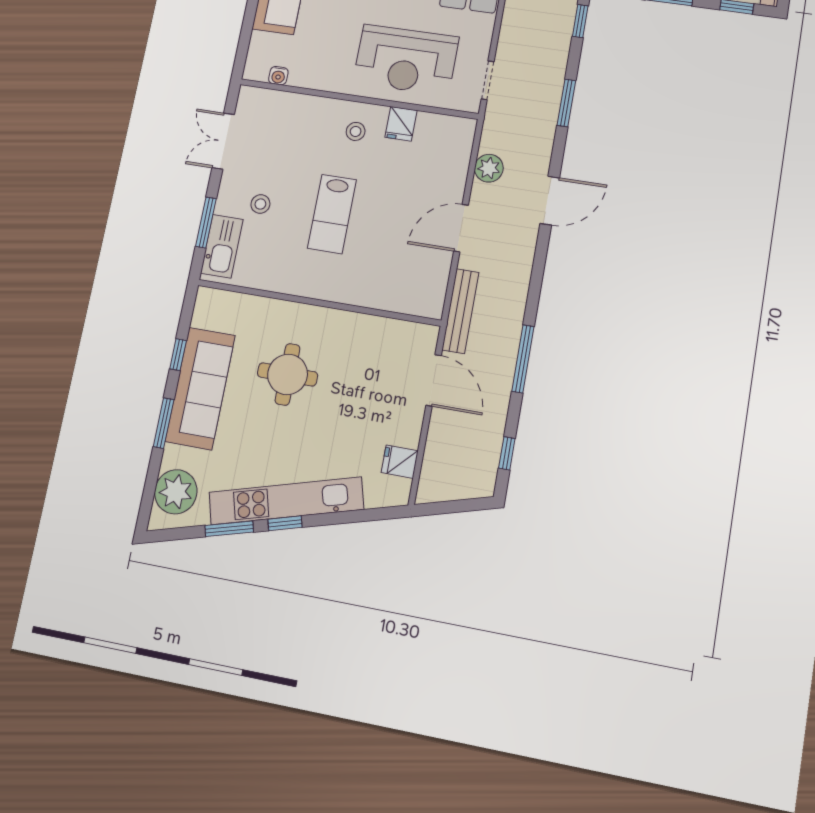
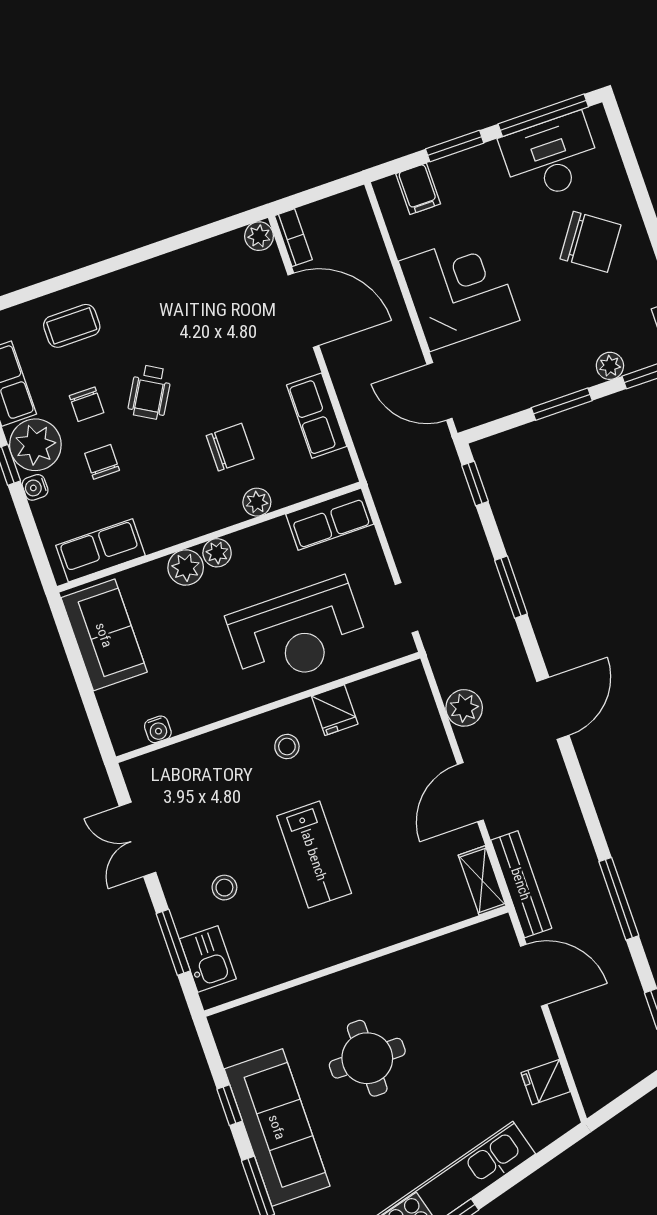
kitchen sink: (222, 246) -> (208, 959), width x0.73
shelving: (435, 294) -> (482, 880), added

